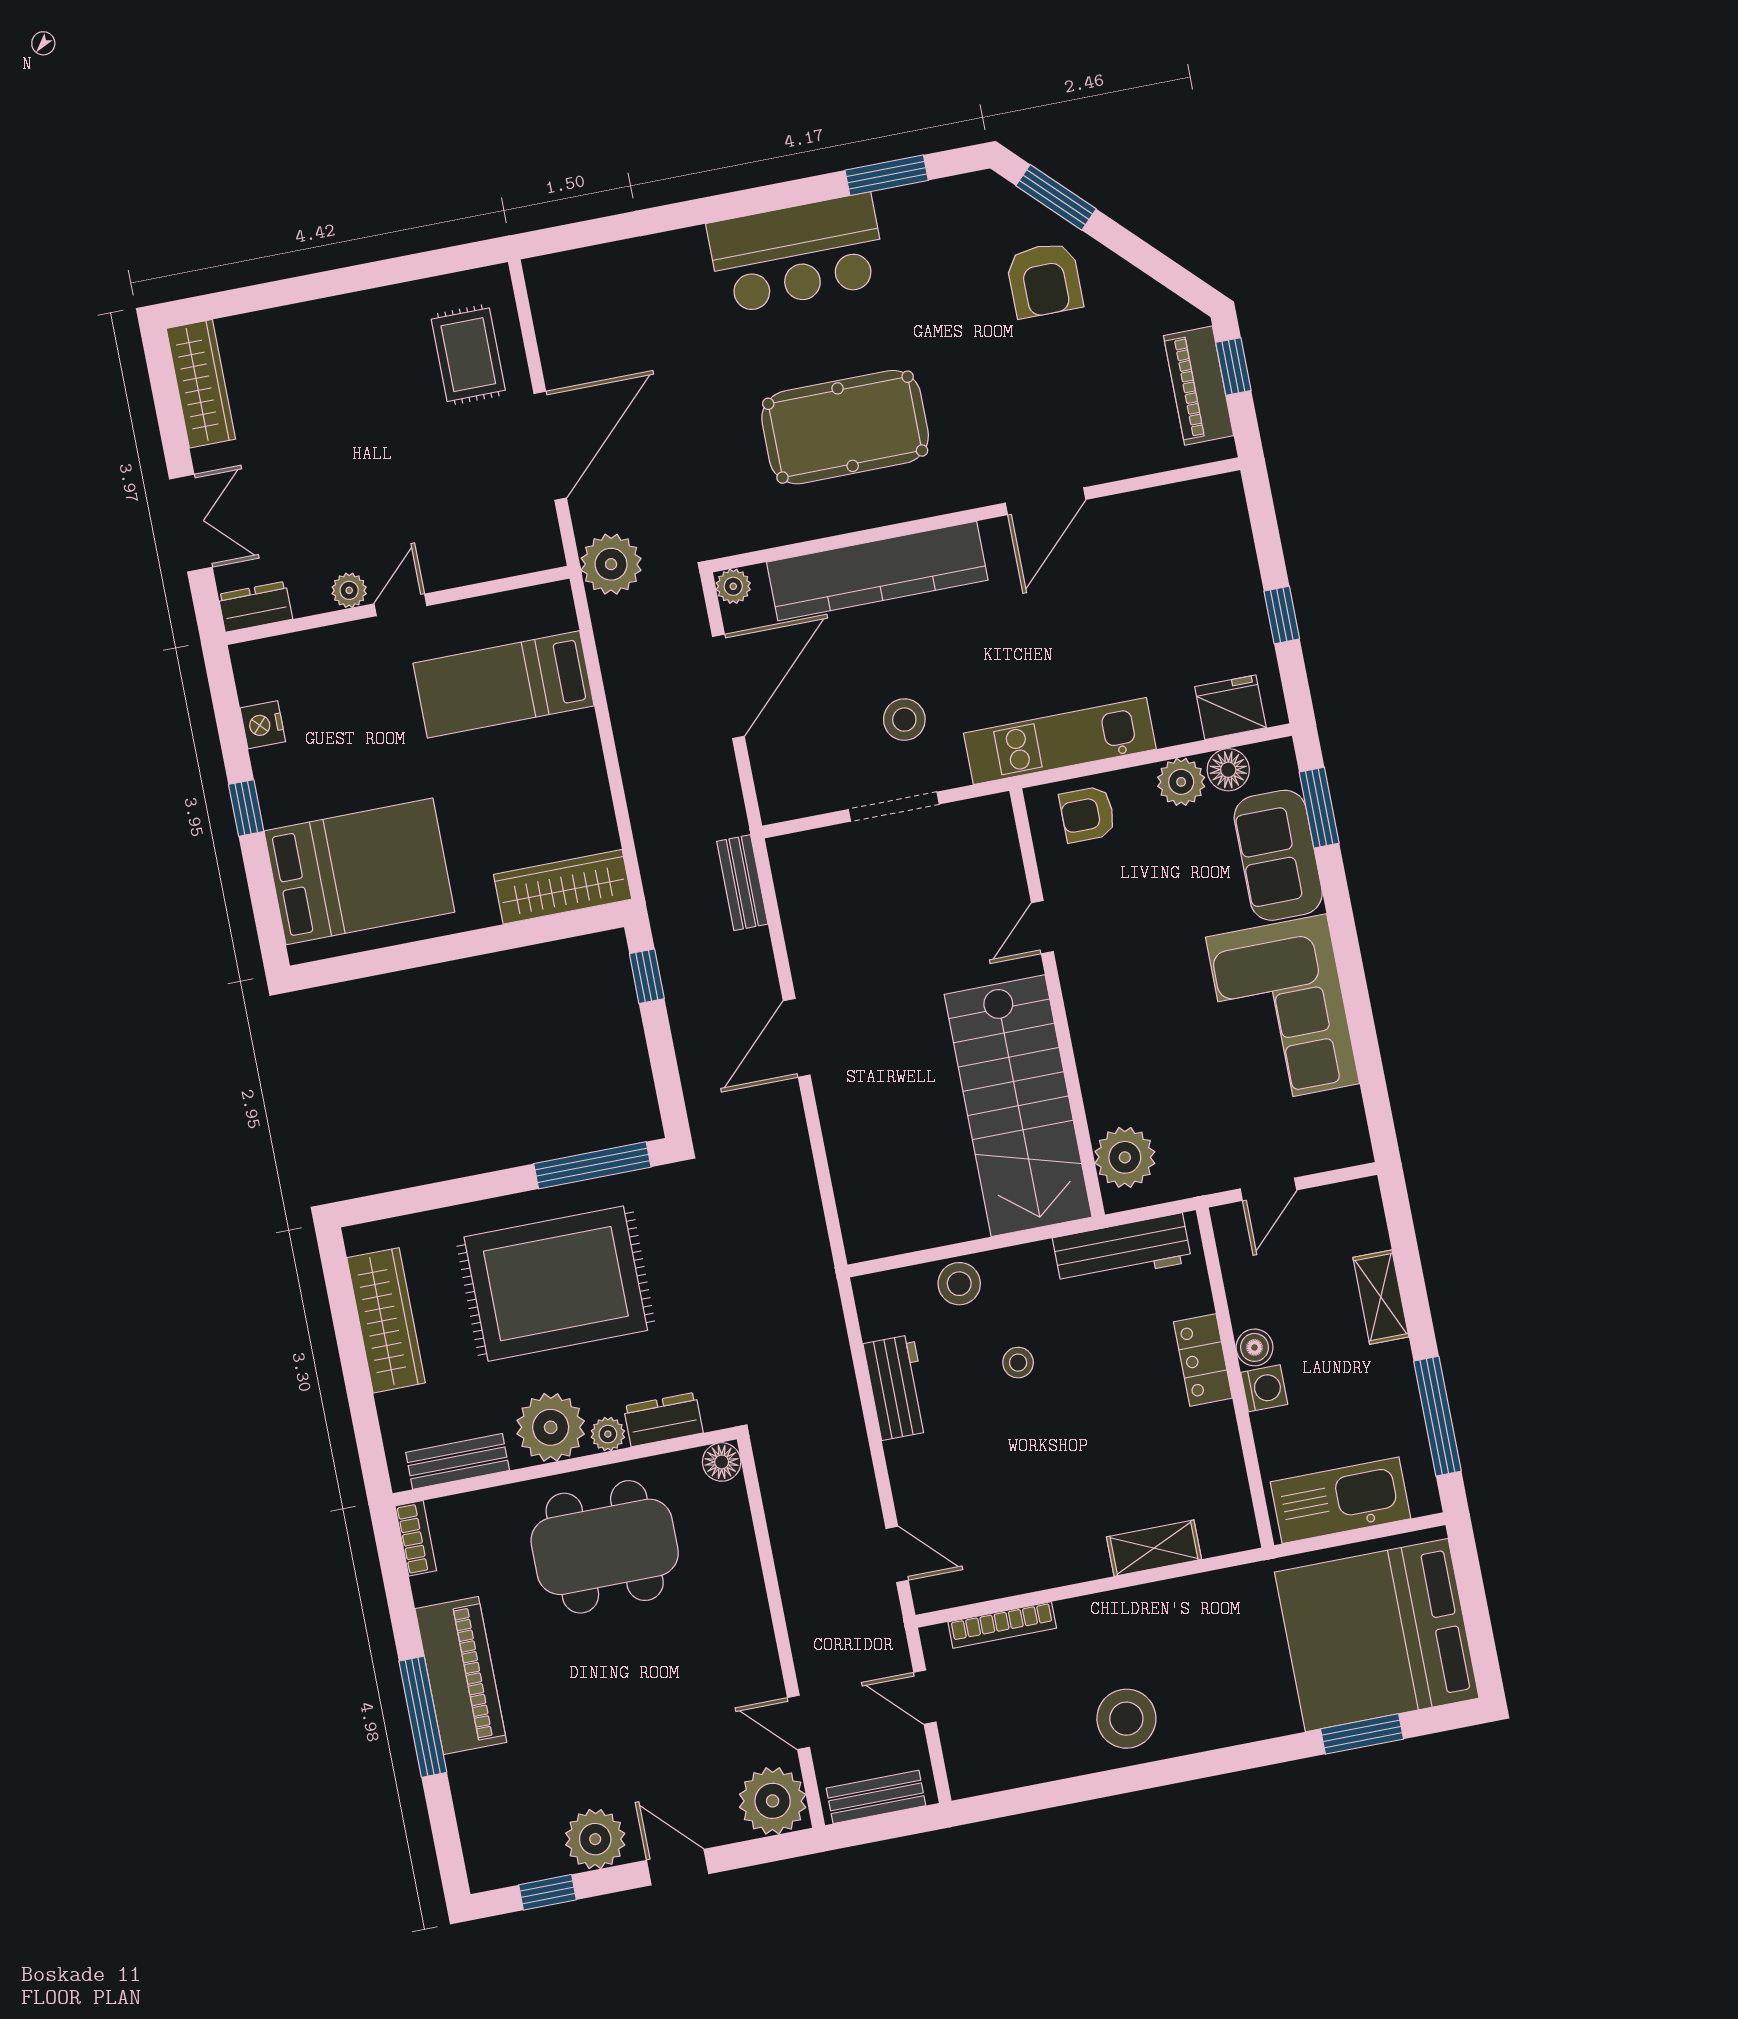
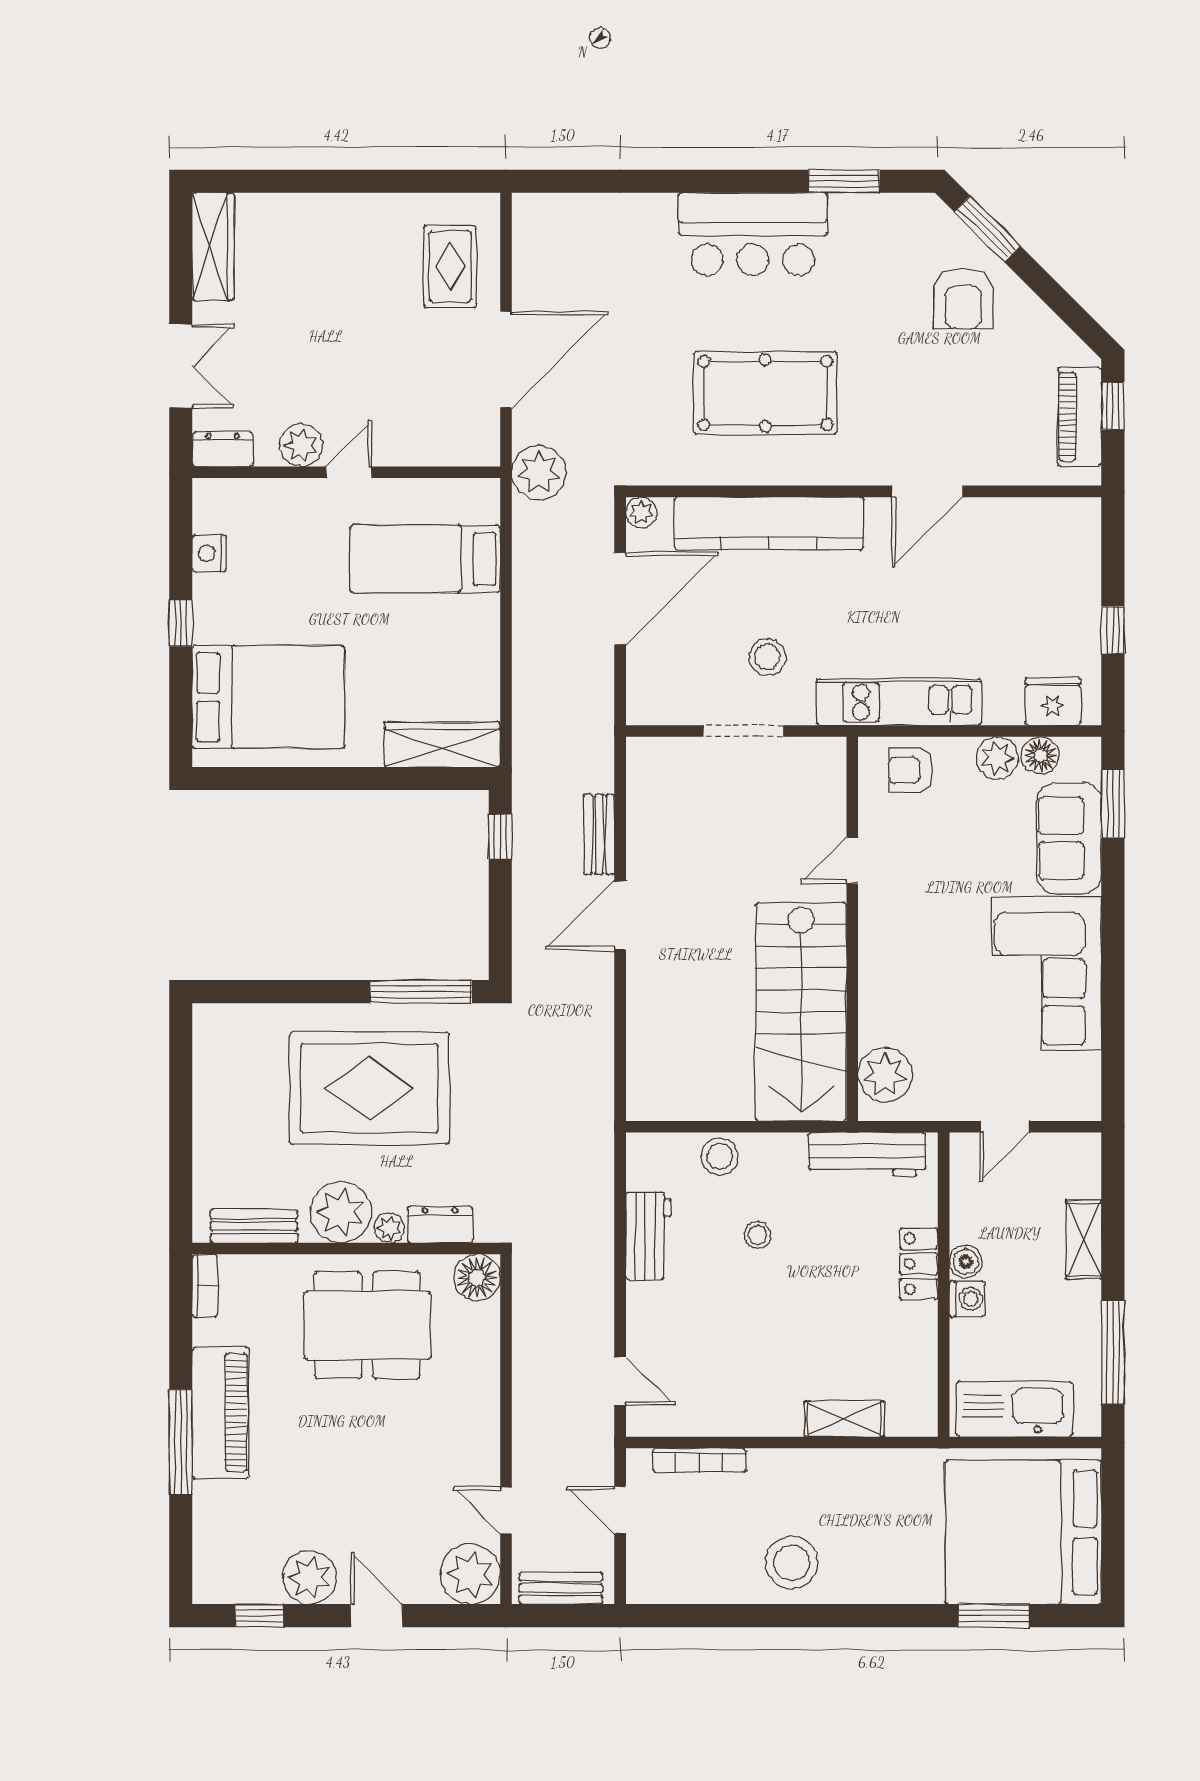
plant: (349, 590) -> (301, 445), width x1.38, depth x1.38
bench: (742, 883) -> (599, 834), moved
wardrobe: (386, 1320) -> (216, 1091), removed
floor lamp: (722, 1462) -> (477, 1278), width x1.38, depth x1.38

